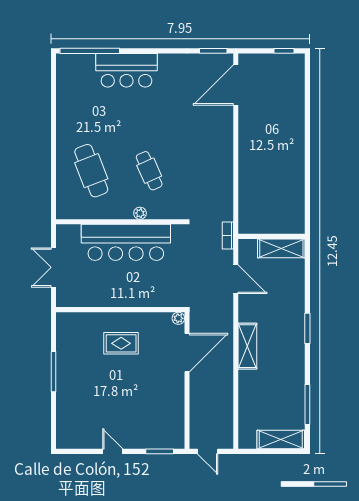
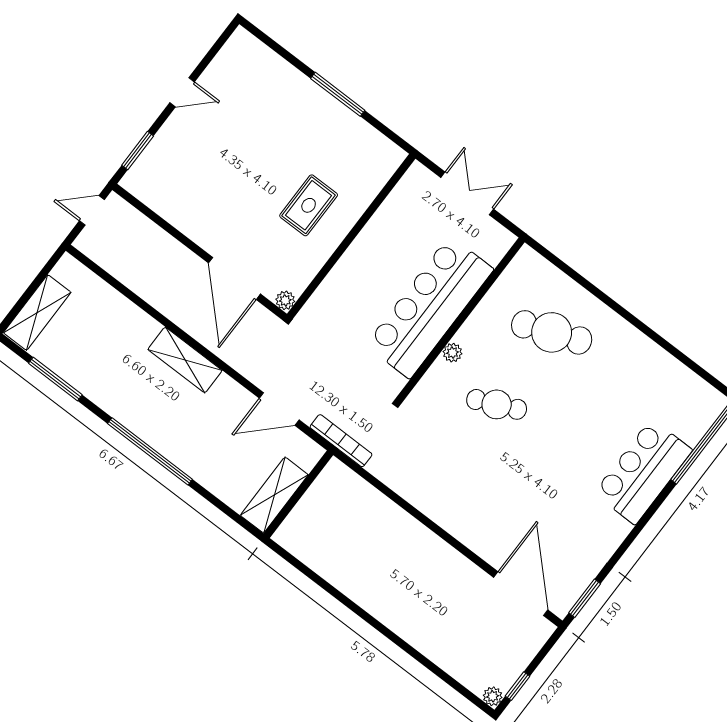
plant: (299, 59) -> (493, 696), added
bookcase: (228, 236) -> (341, 441), width x1.56
window: (307, 328) -> (150, 451), width x2.11

